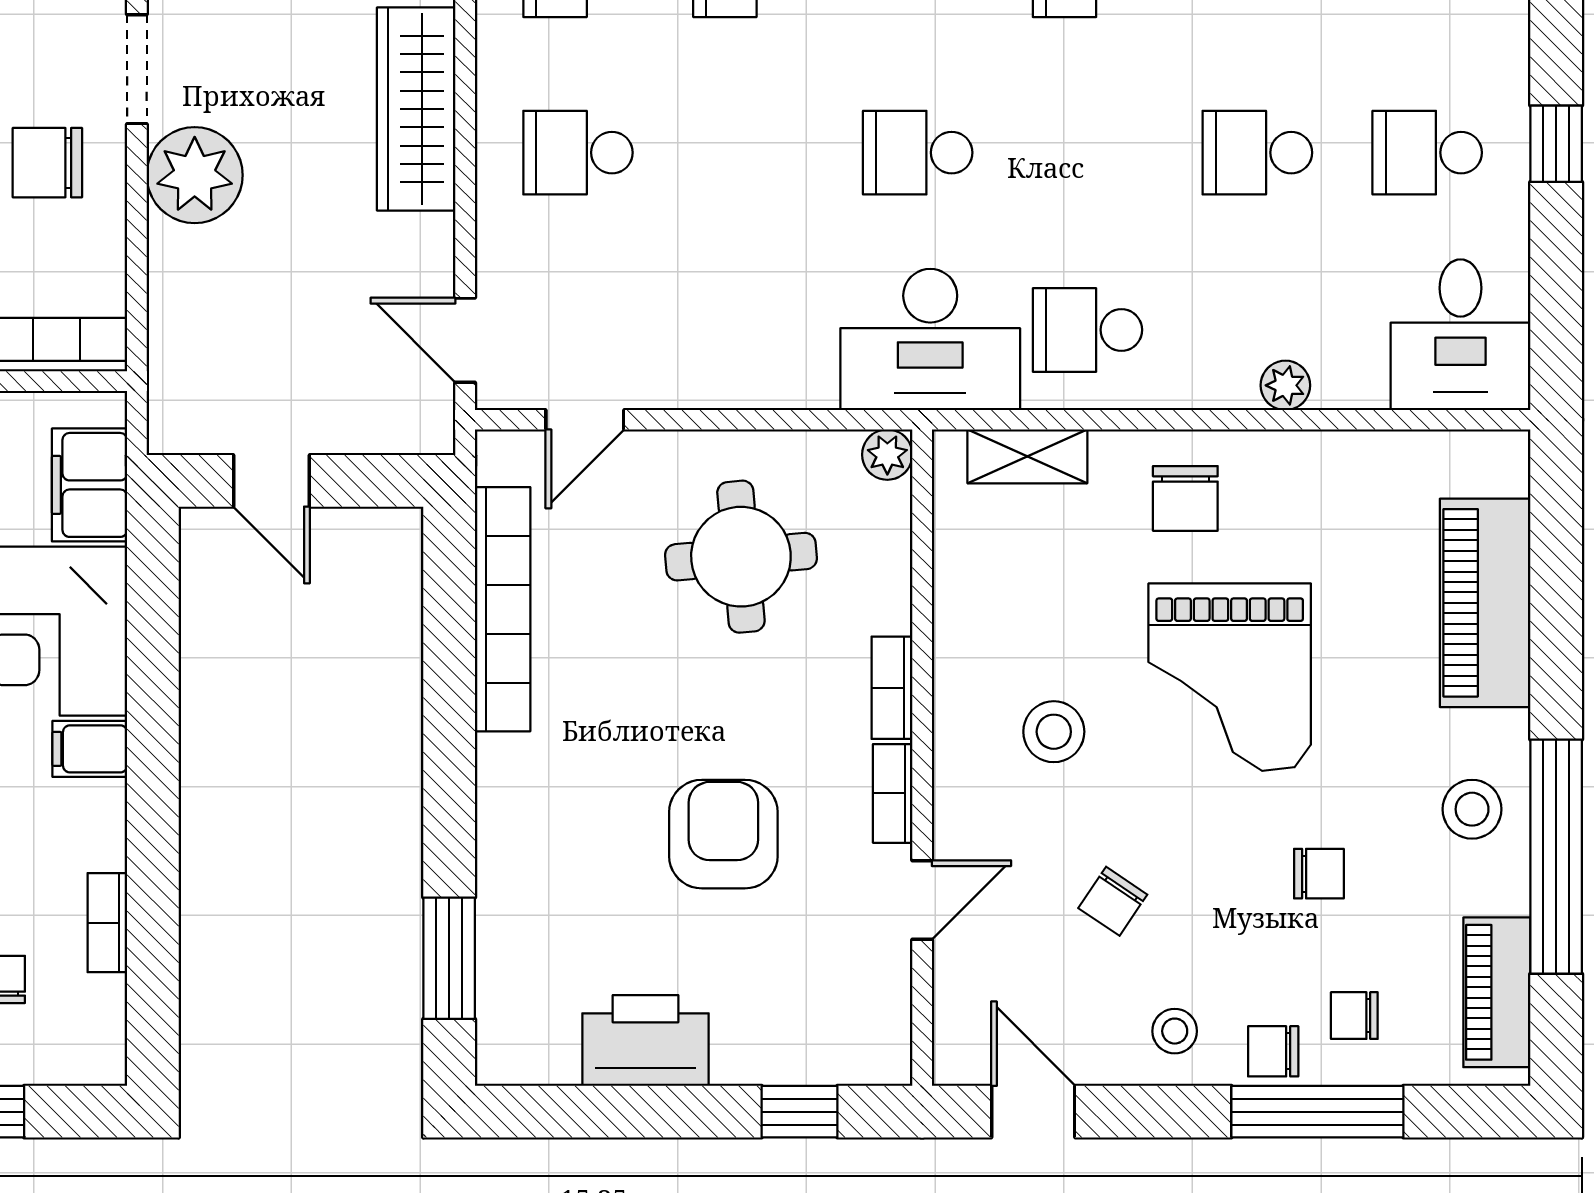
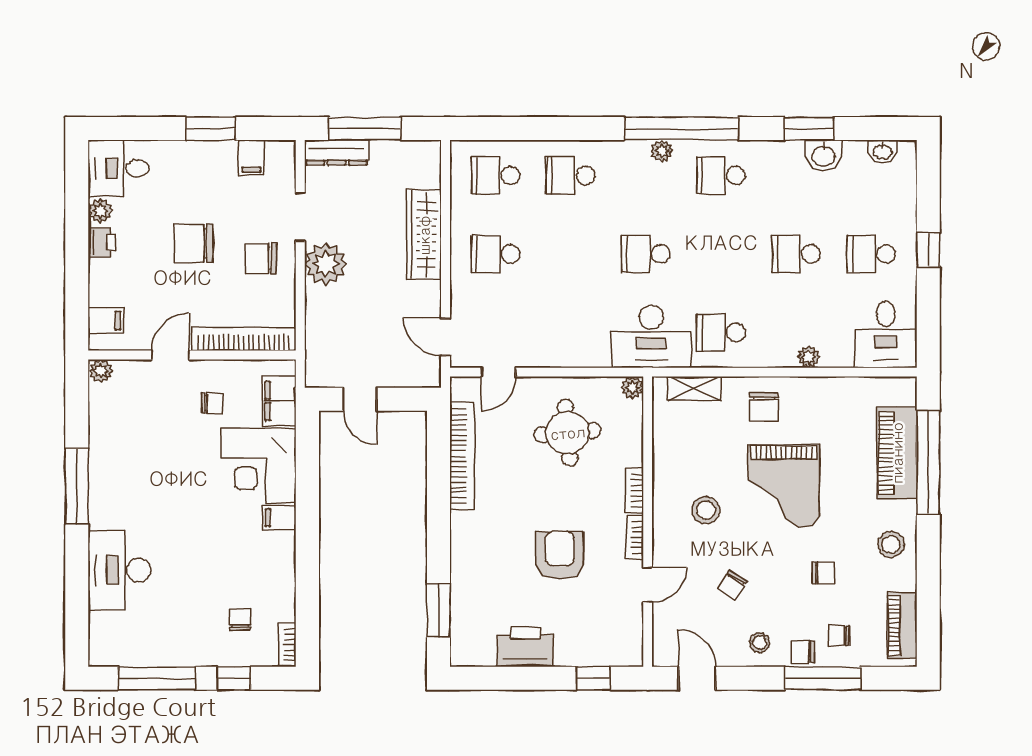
window: (1556, 857) -> (928, 462), moved
bookcase: (107, 923) -> (287, 645), moved

